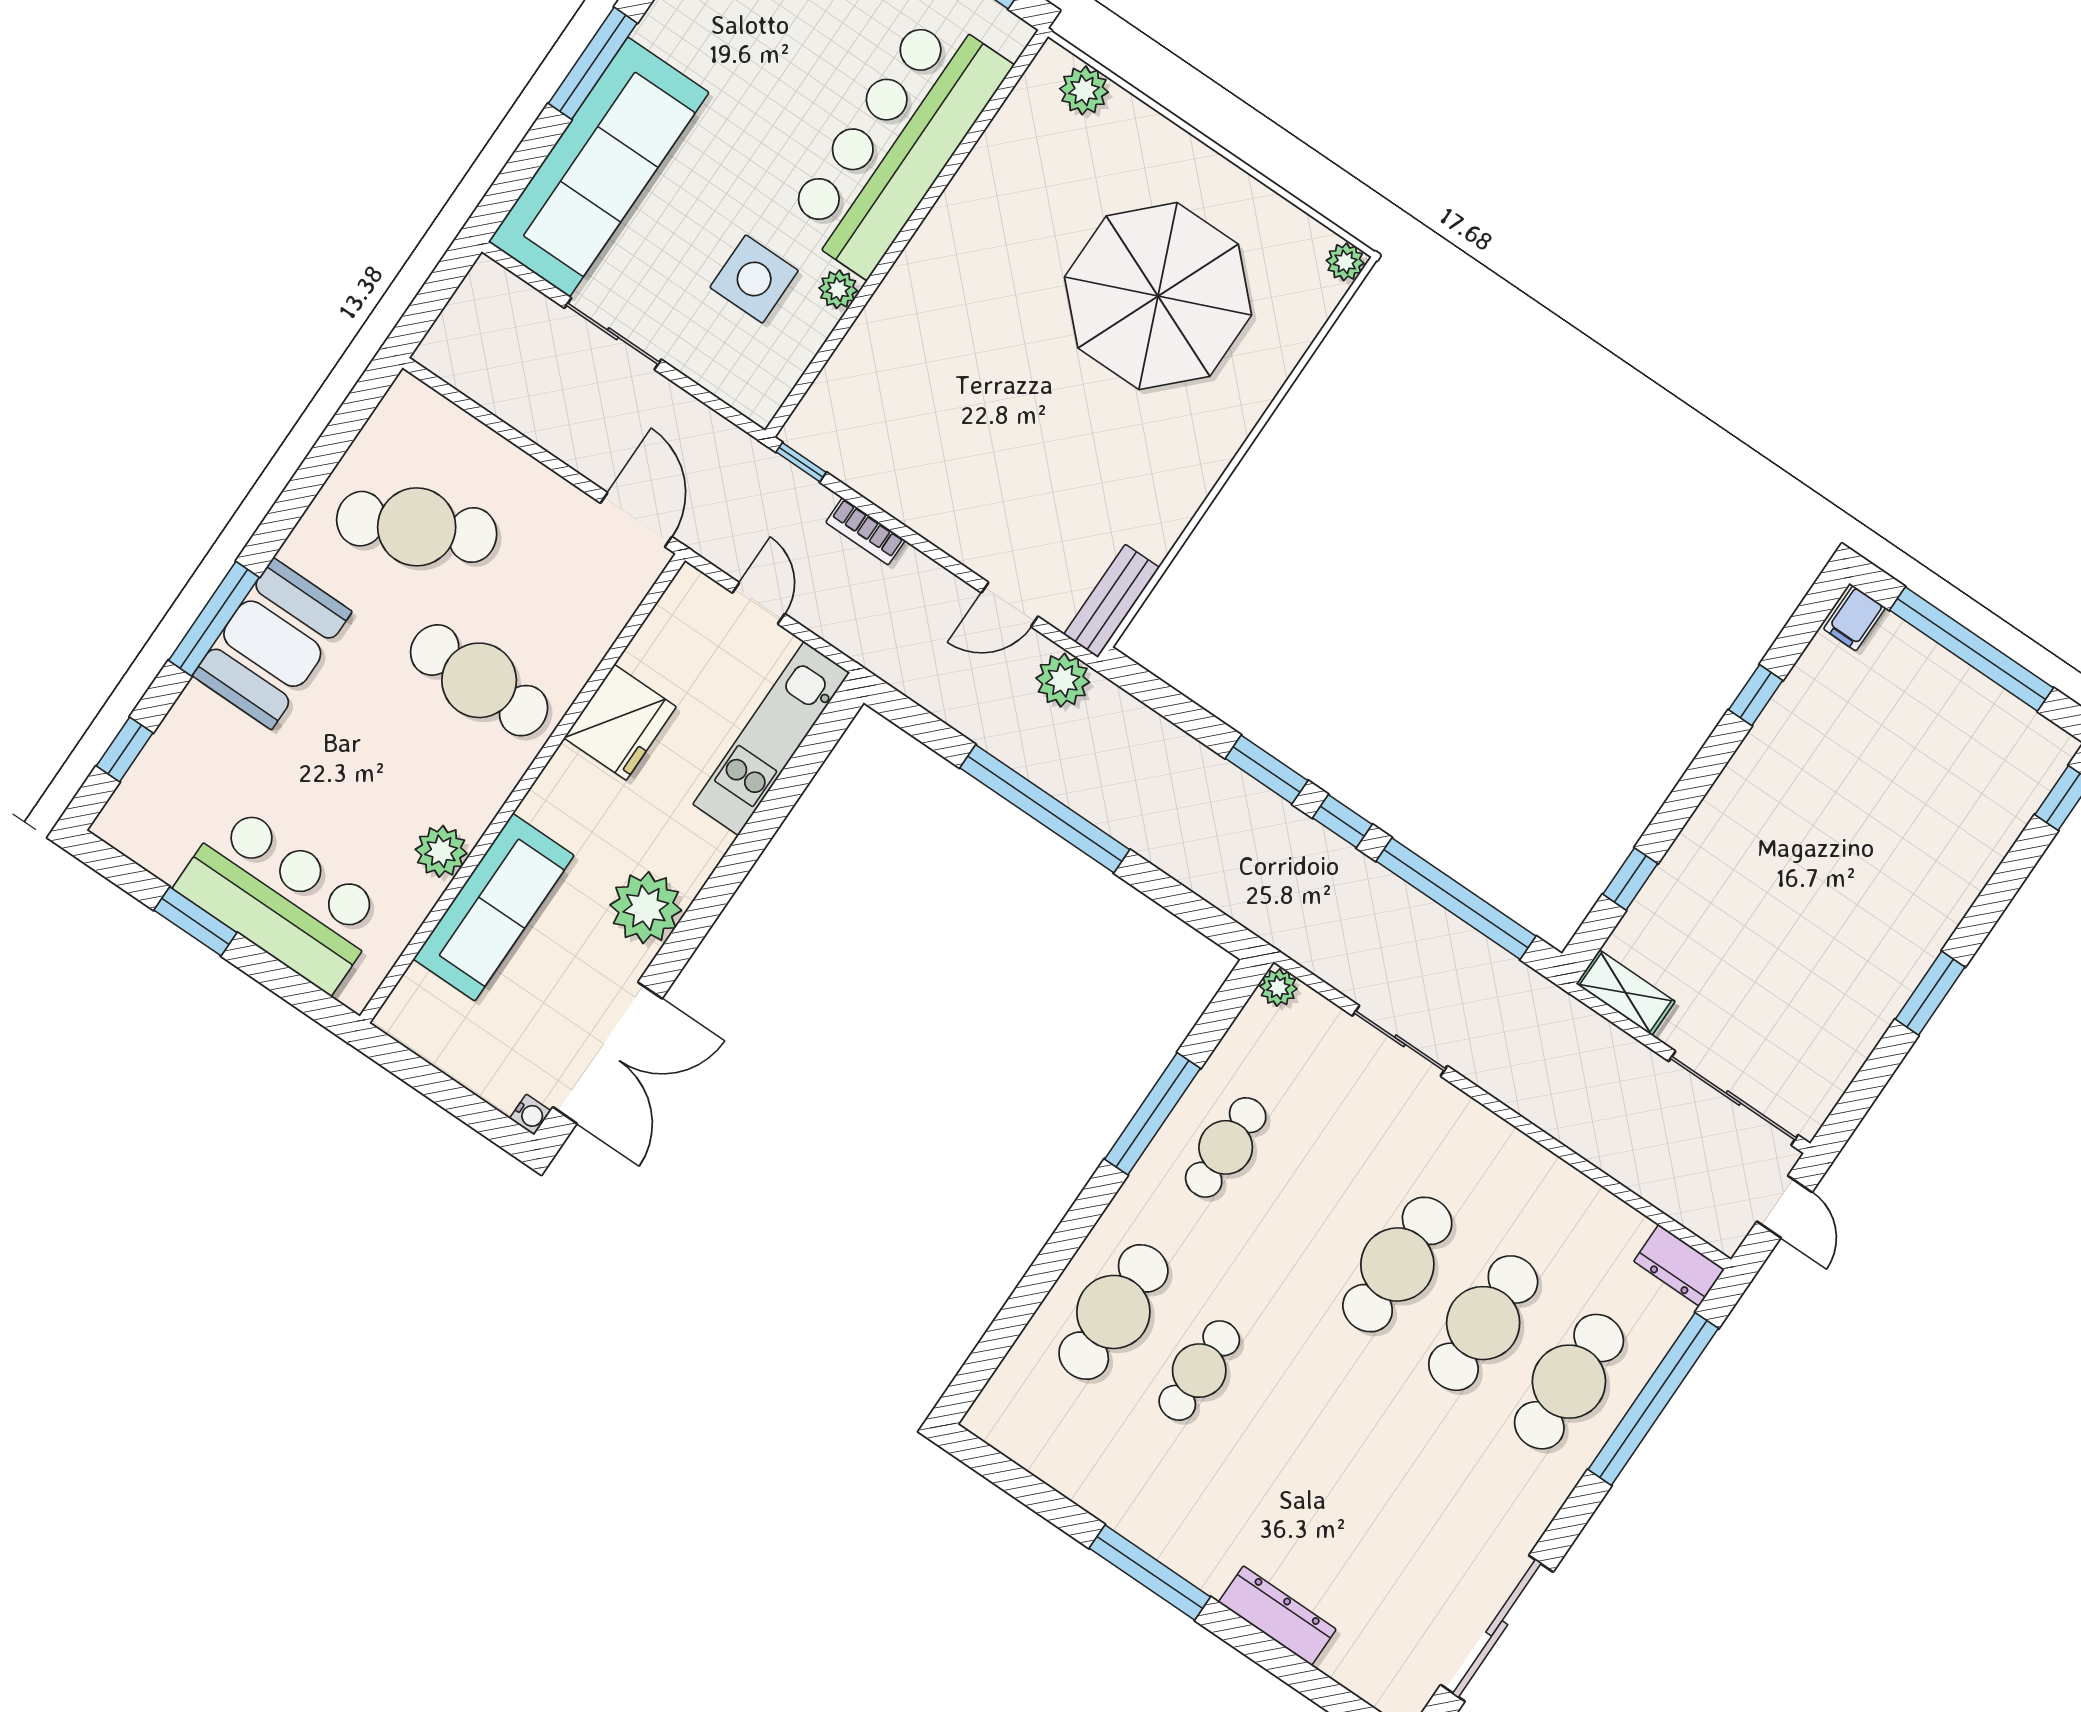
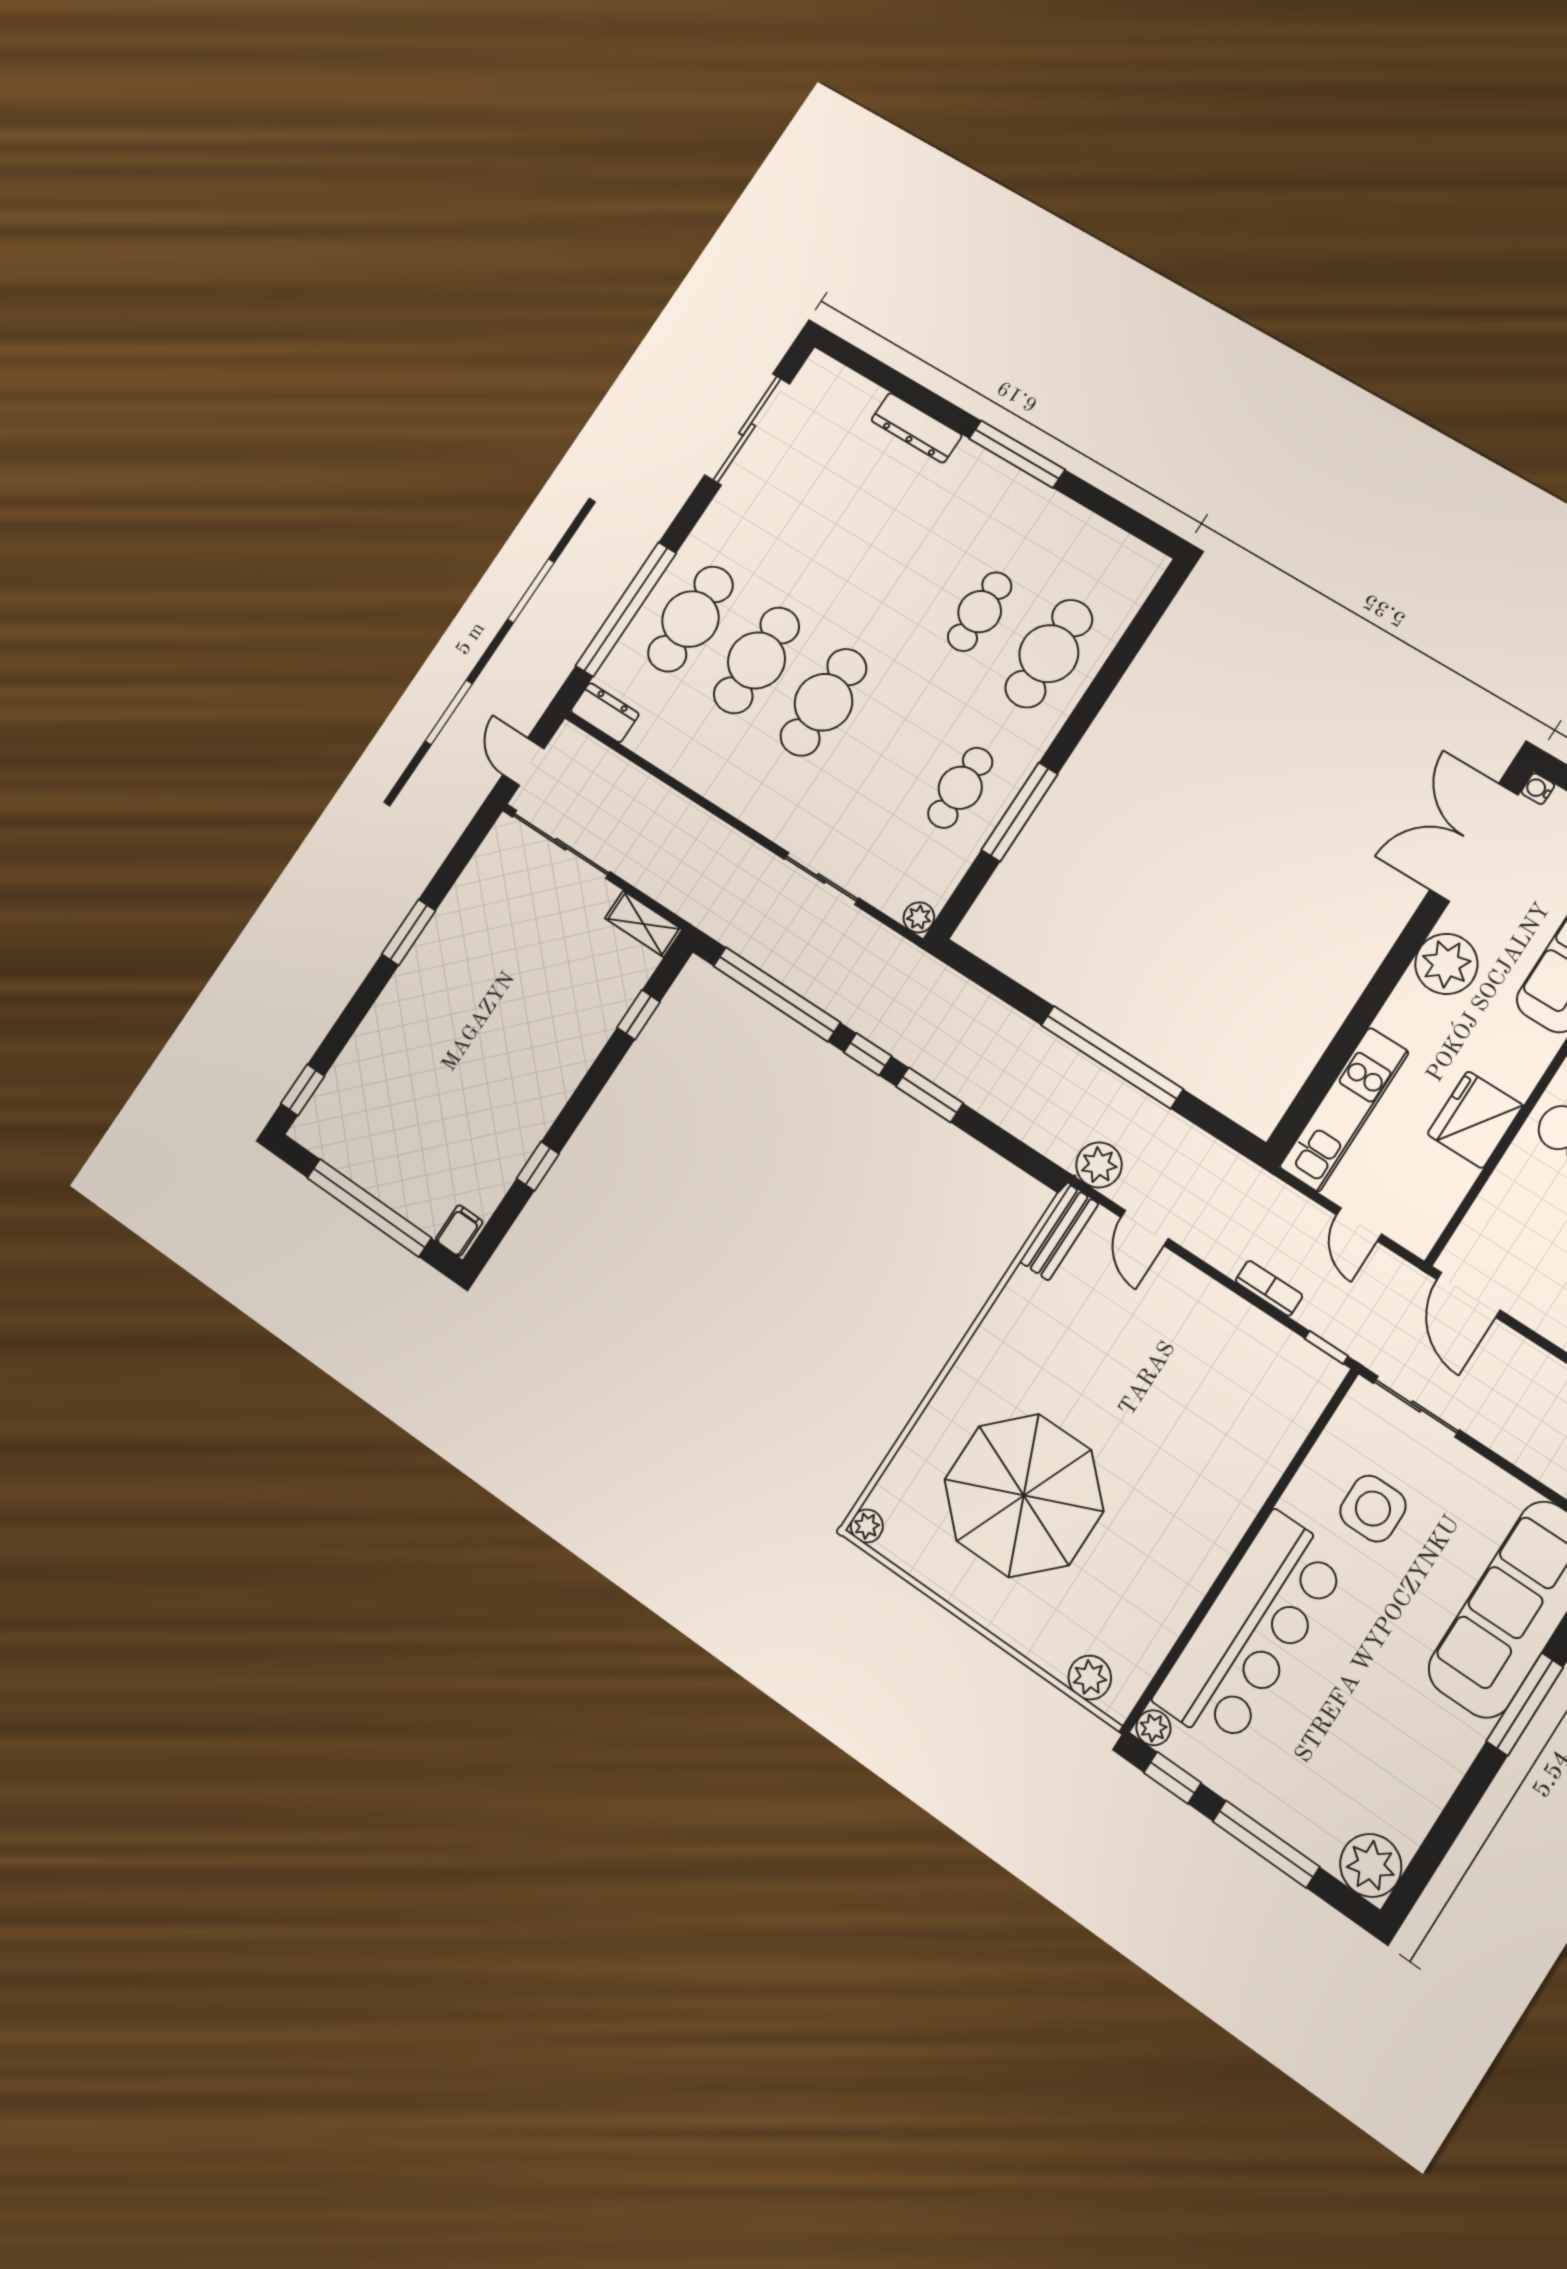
plant: (838, 289) -> (1153, 1728), moved
sliding door: (613, 334) -> (1416, 1406), moved
door: (1010, 605) -> (1145, 1228), swing flipped

